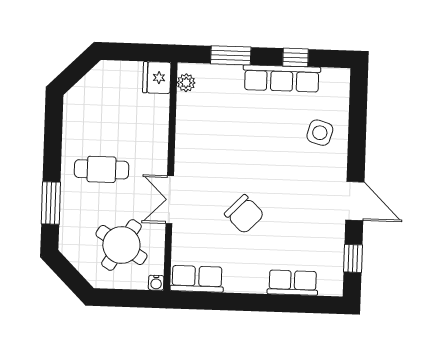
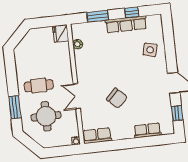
plant: (186, 83) -> (78, 44), moved
round table: (121, 245) -> (46, 116), moved, turned -32

